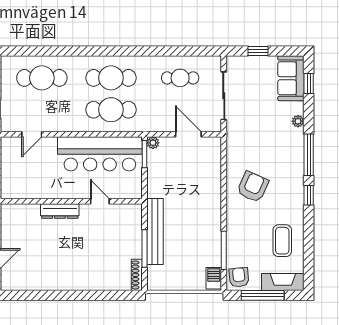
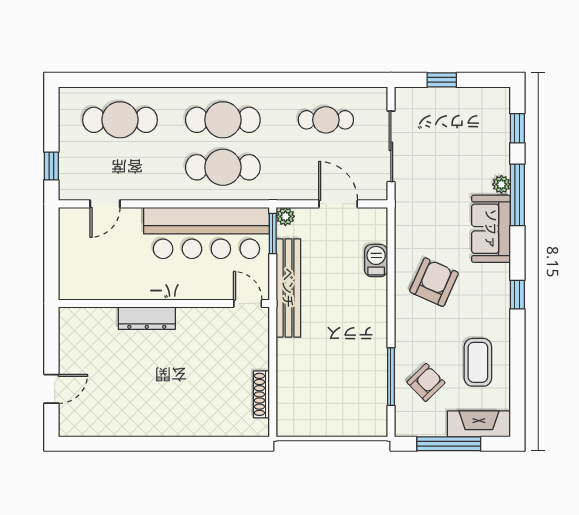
sofa: (291, 78) -> (491, 229), moved
window: (309, 155) -> (517, 195), moved
door: (100, 201) -> (248, 303), moved
bench: (155, 232) -> (288, 288), moved
window: (144, 248) -> (273, 374), removed
shoe rack: (137, 275) -> (261, 394), moved
armchair: (239, 277) -> (426, 382), moved, turned 51
barbecue: (214, 278) -> (376, 261), moved

